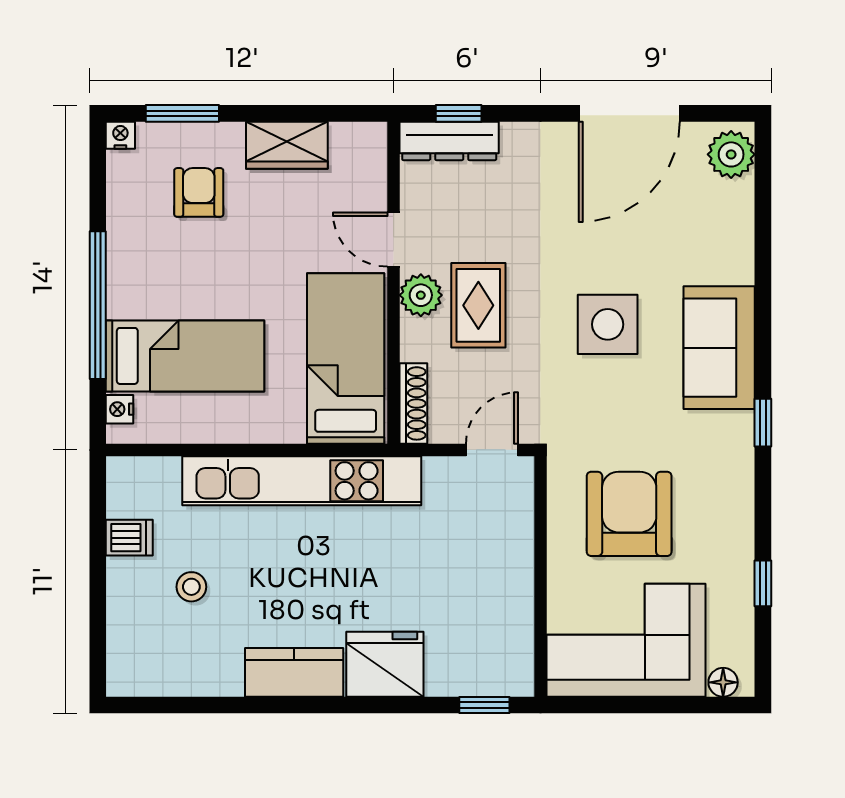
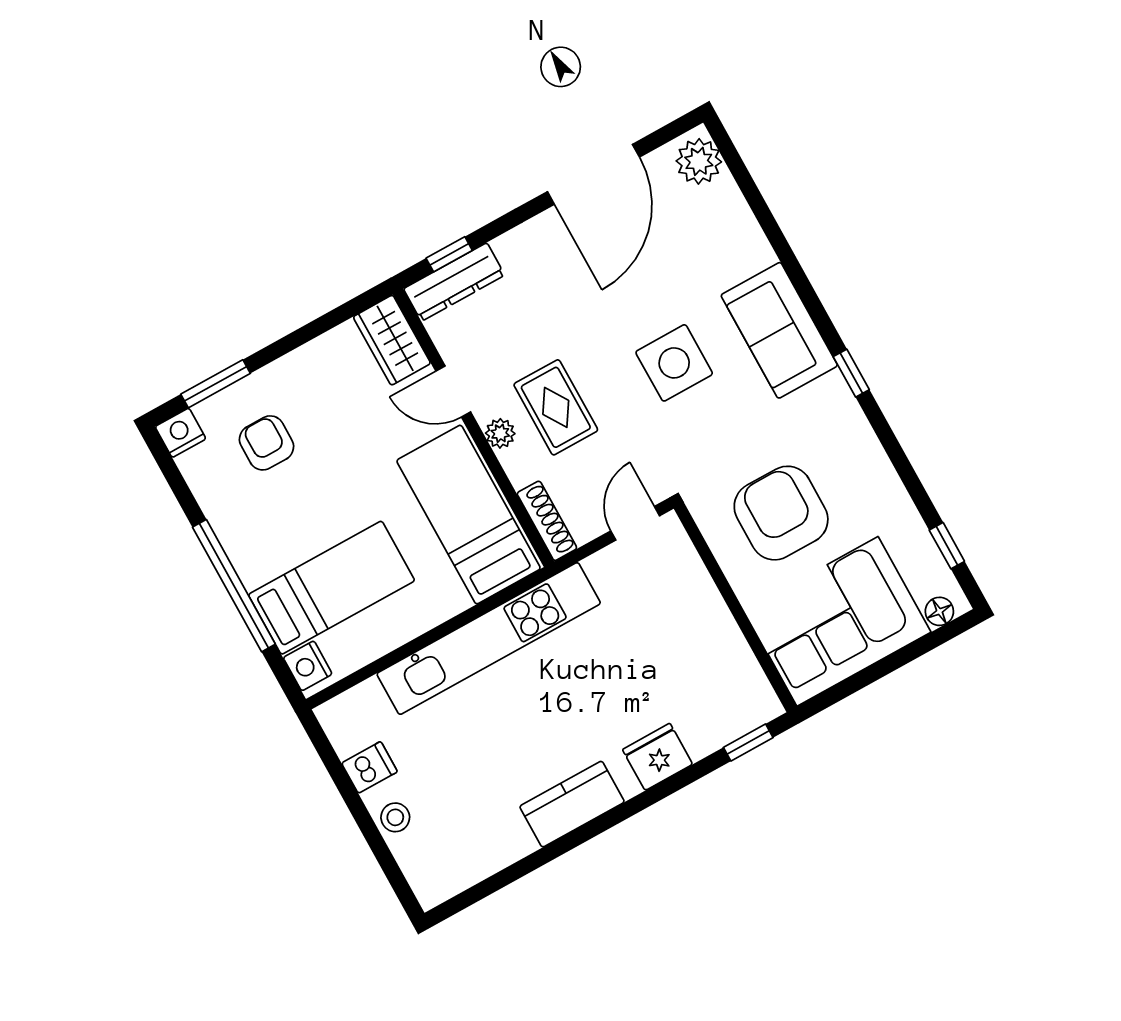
nightstand: (120, 135) -> (181, 433), width x1.39, depth x1.35
wardrobe: (287, 145) -> (392, 340), moved, turned 90
plant: (421, 295) -> (500, 433), width x0.73, depth x0.73
nightstand: (119, 409) -> (308, 666), width x1.39, depth x1.35
window: (763, 583) -> (947, 546), moved
stool: (191, 587) -> (395, 817), moved
fridge: (385, 664) -> (657, 757), width x0.73, depth x0.75

